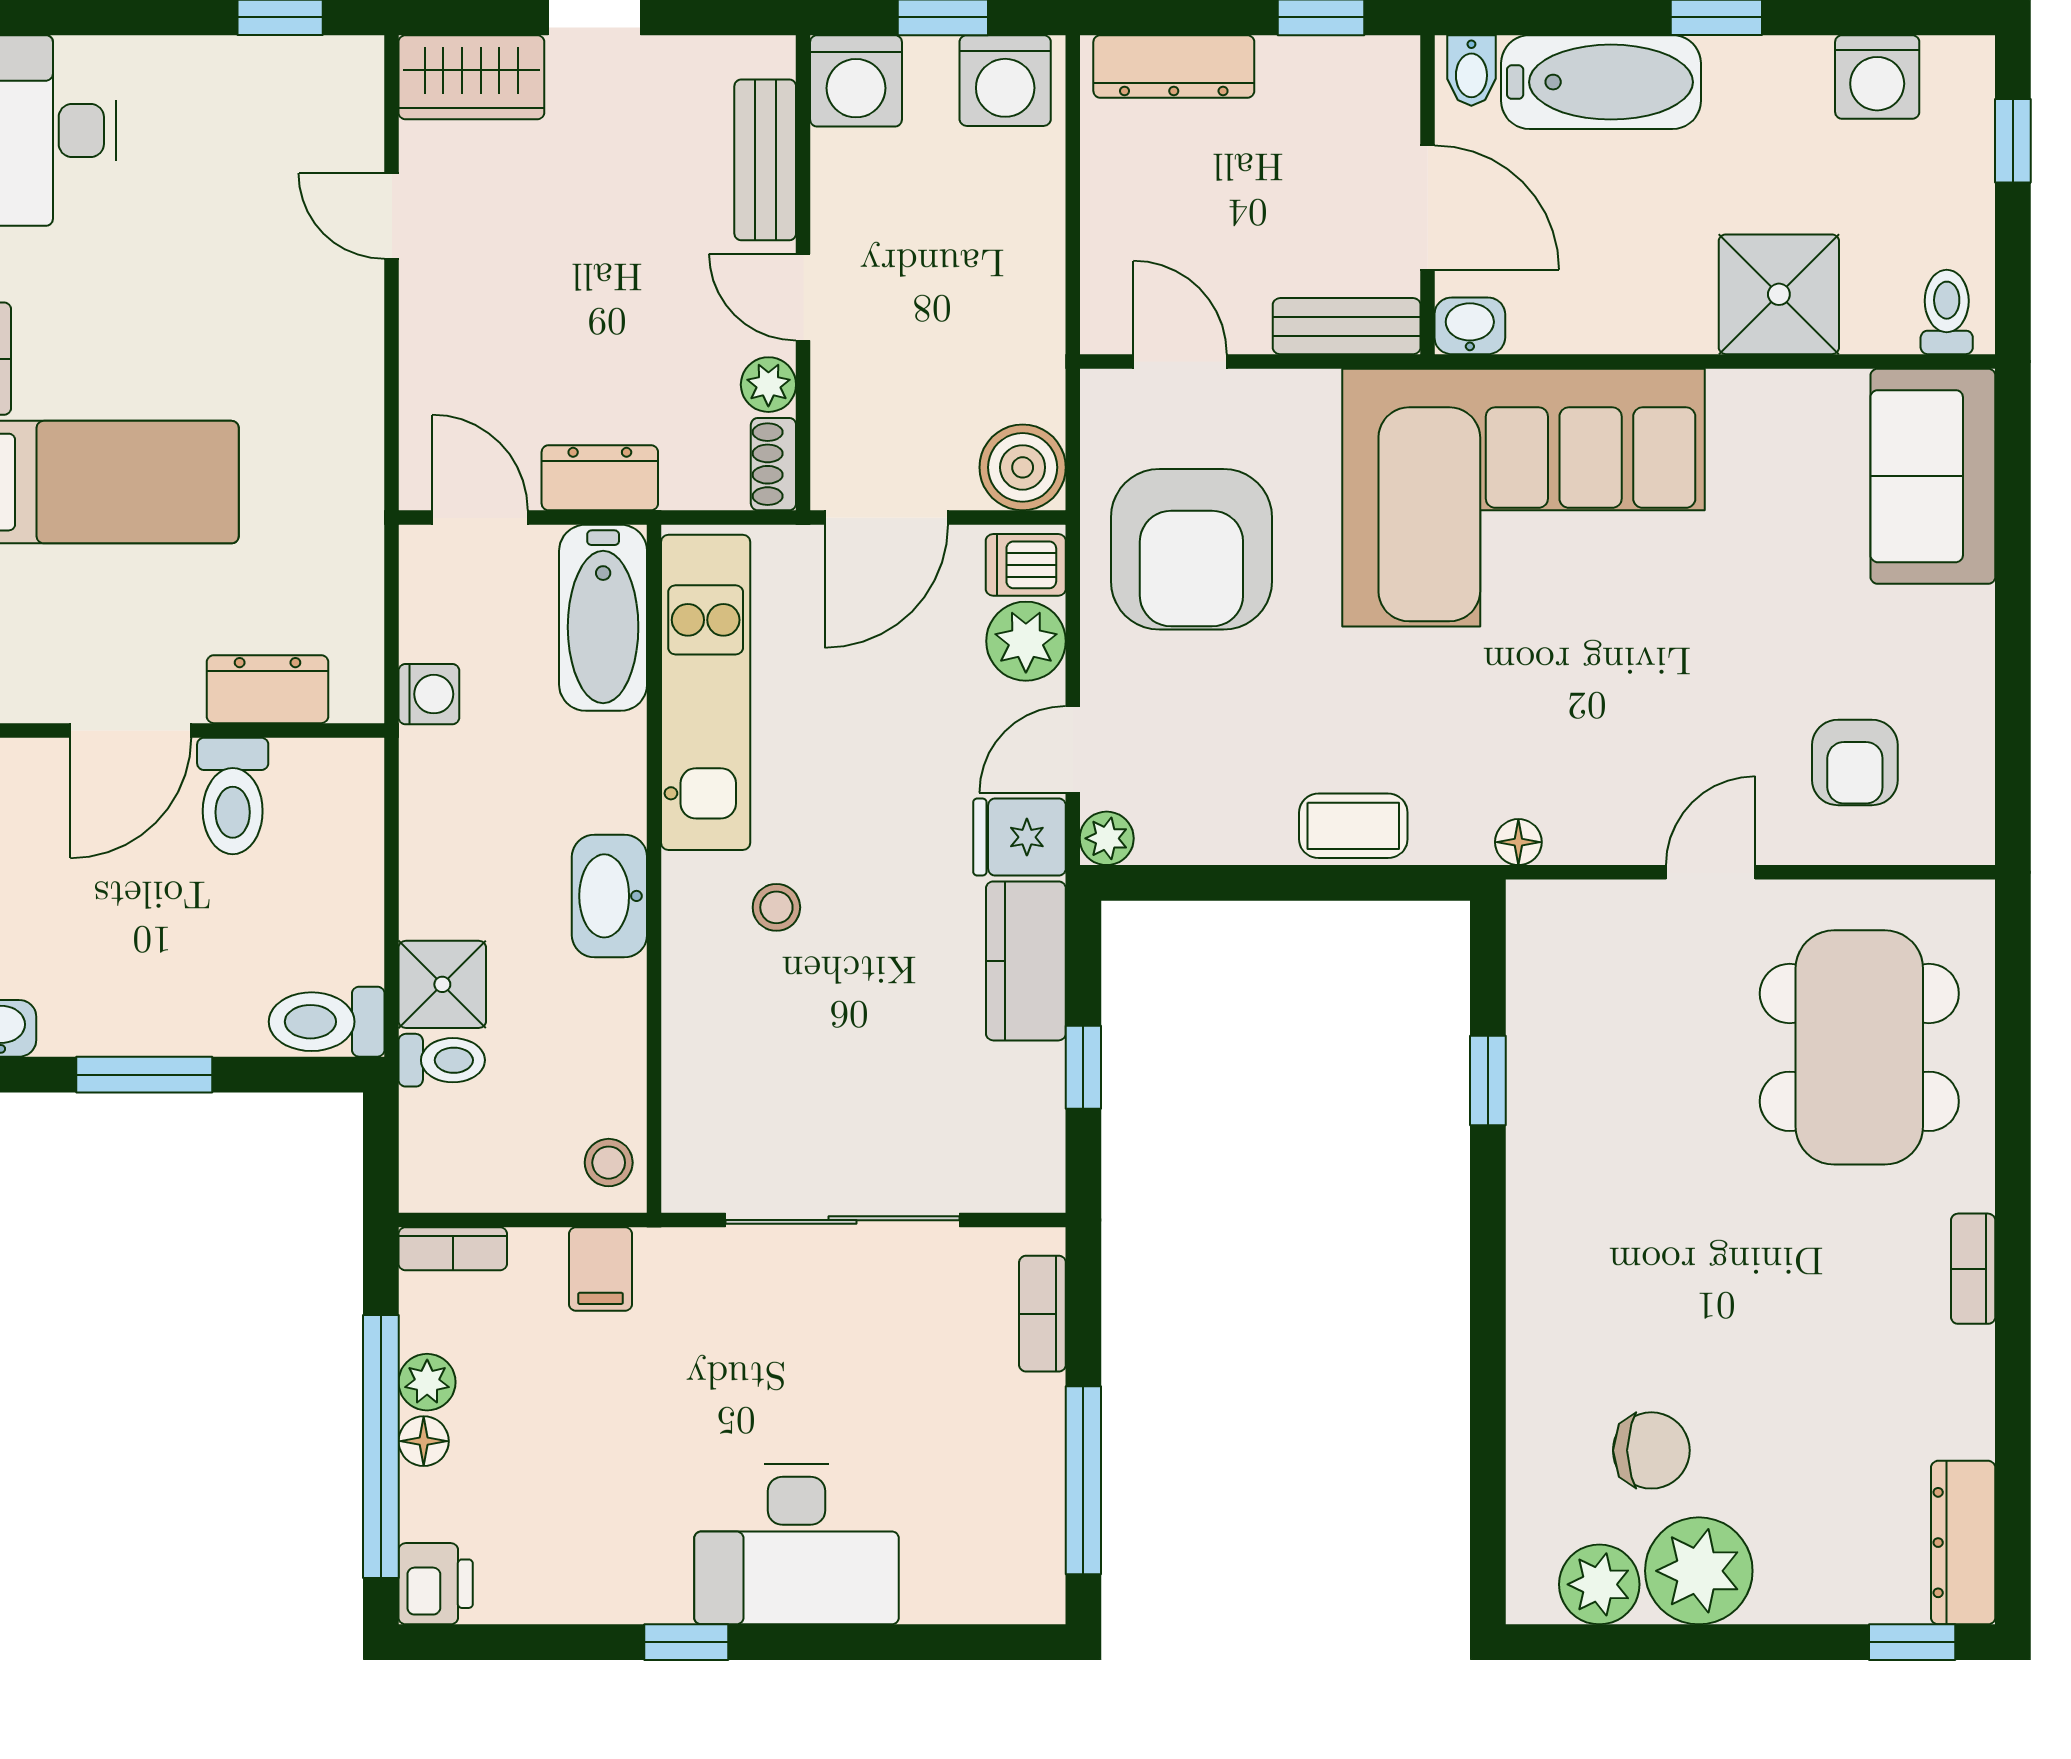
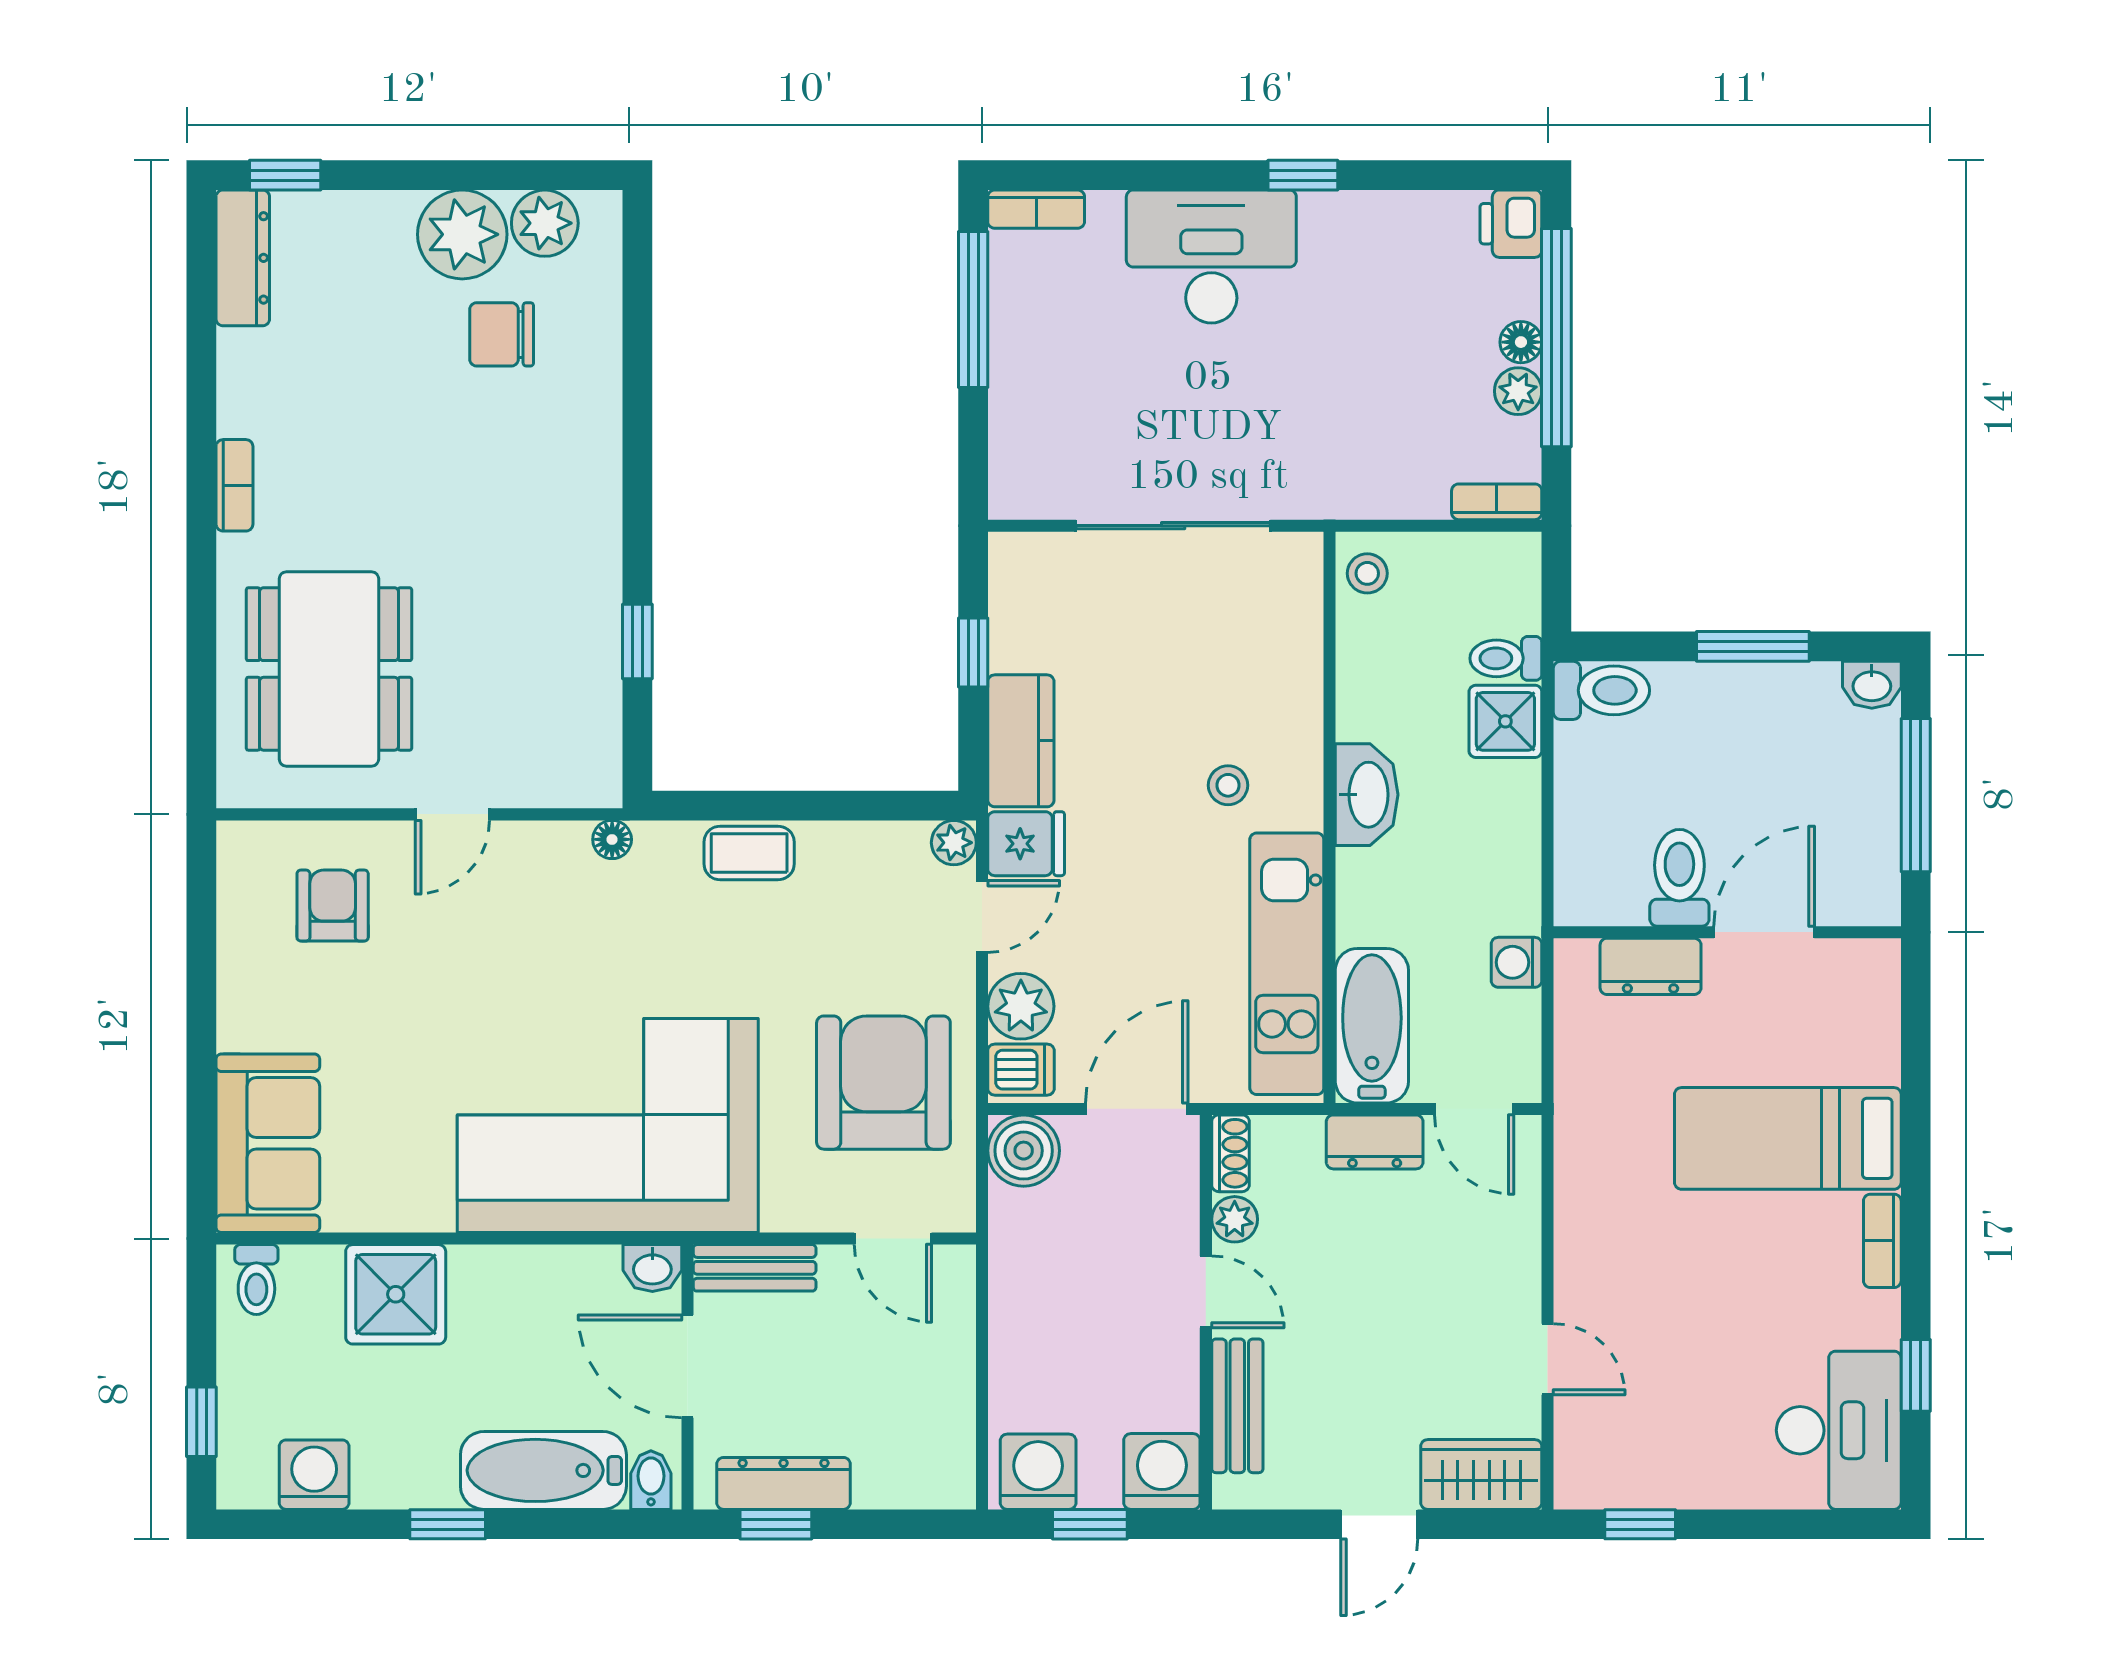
dresser: (1174, 66) -> (784, 1483), moved
filing cabinet: (601, 1269) -> (1374, 485), removed
bookcase: (1042, 1314) -> (1036, 209), moved, turned 90

